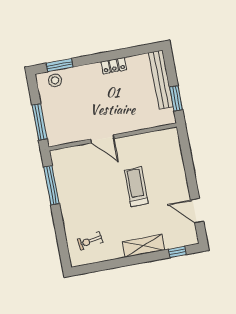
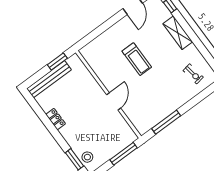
treadmill: (136, 187) -> (137, 59), turned -90

